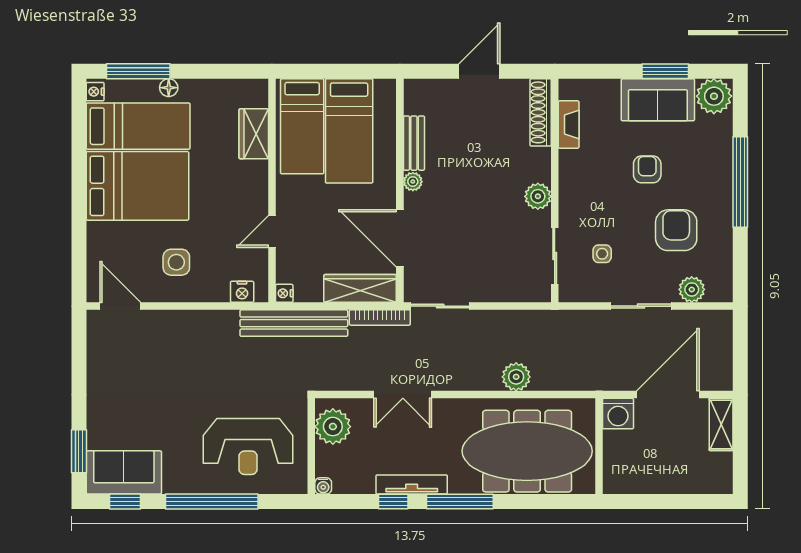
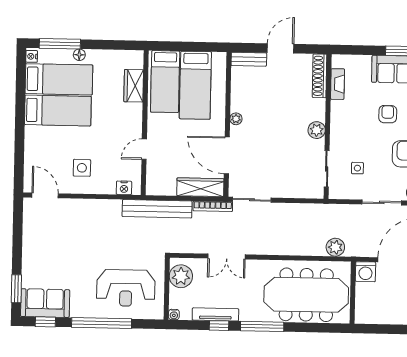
bench: (414, 143) -> (249, 59), moved, turned 90
bed: (137, 186) -> (58, 110), width x0.67
nightstand: (284, 293) -> (151, 189), removed
plant: (516, 377) -> (335, 247), moved
tv unit: (412, 484) -> (215, 314), moved

